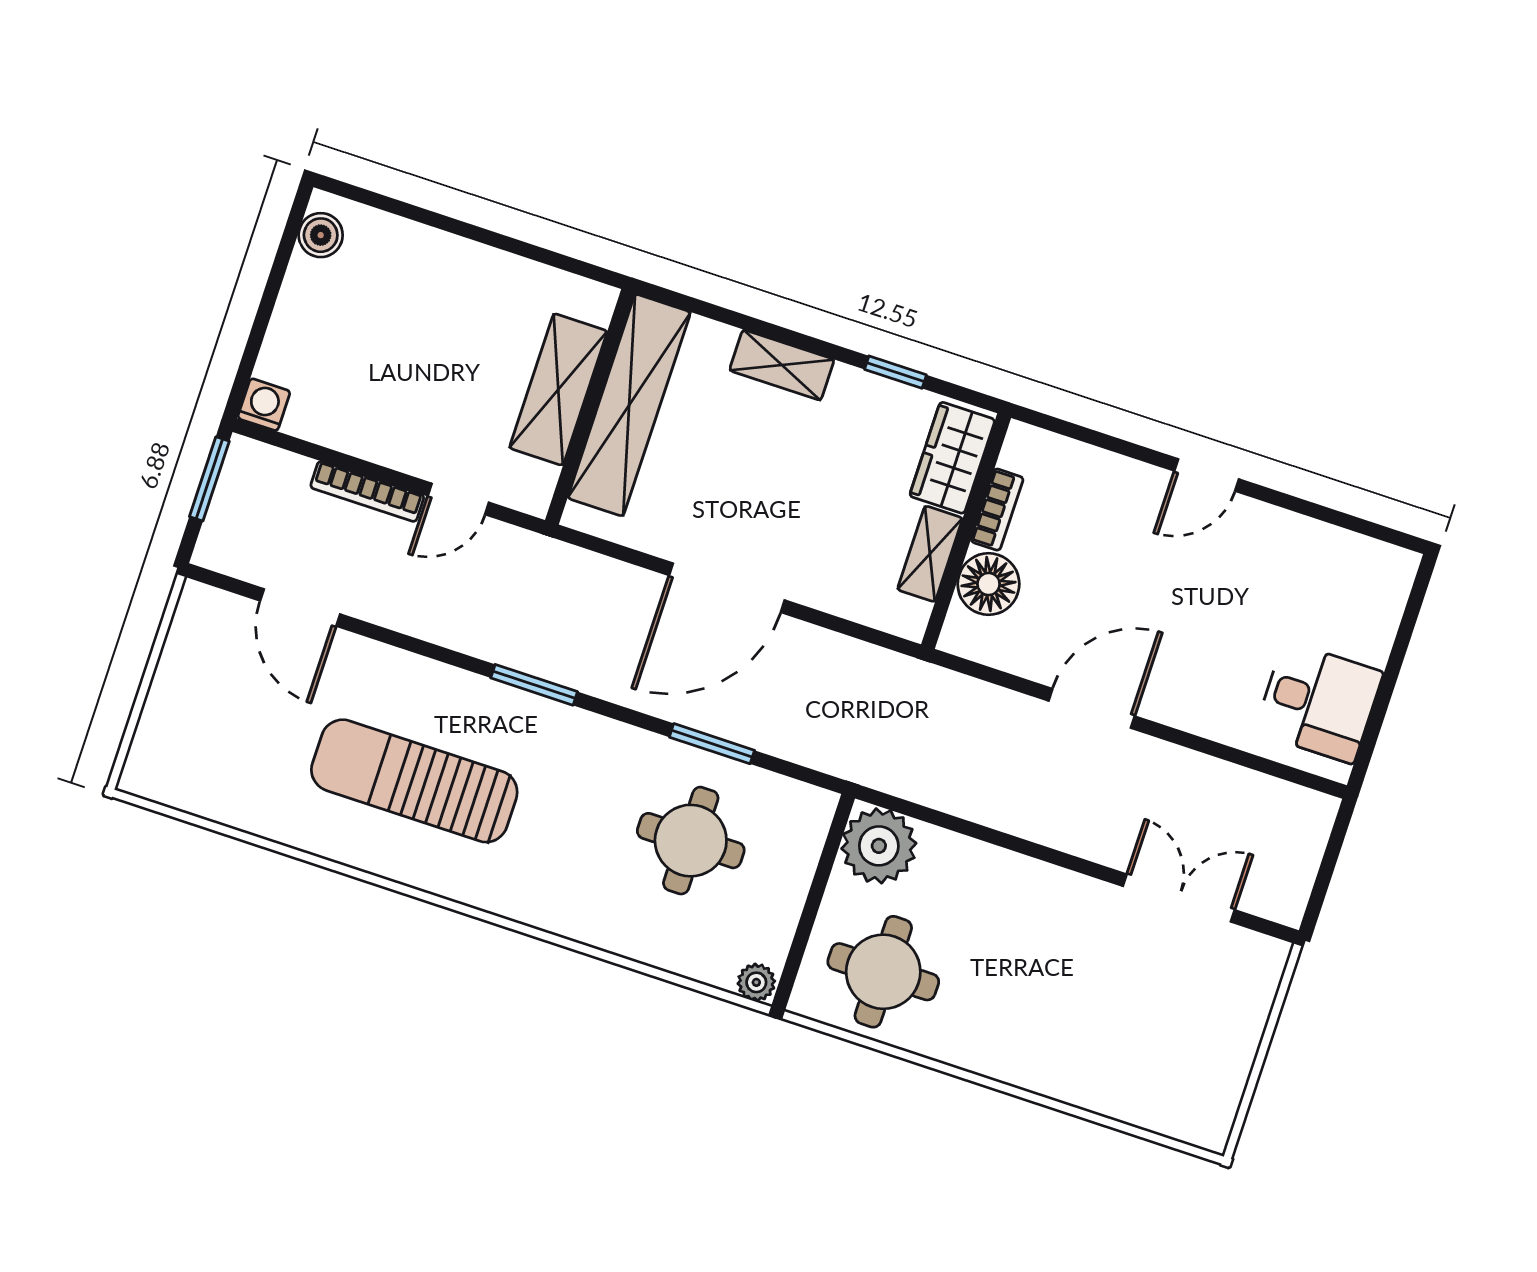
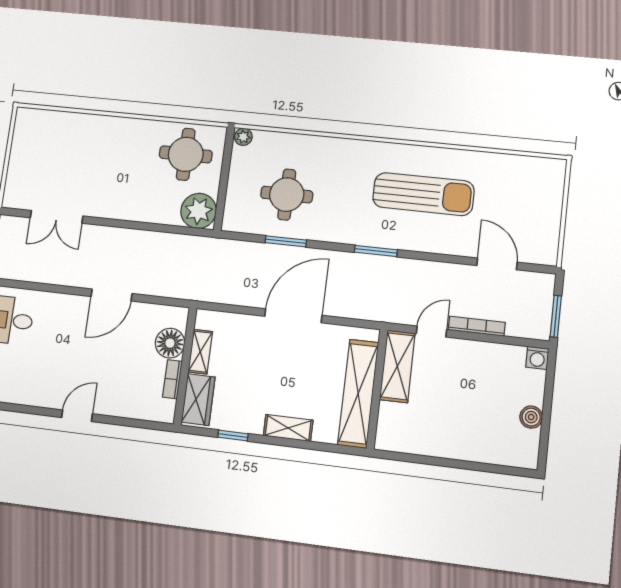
boiler: (321, 235) -> (531, 417), moved
shelving: (558, 389) -> (397, 366), moved

